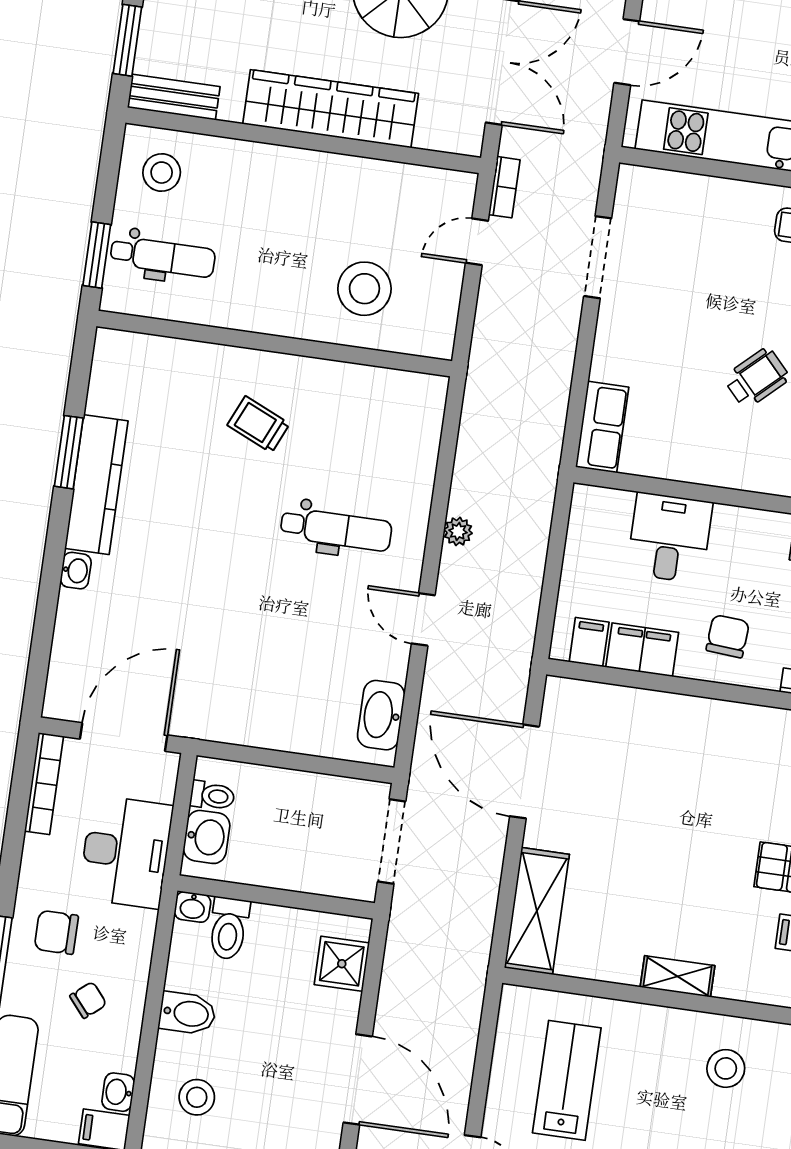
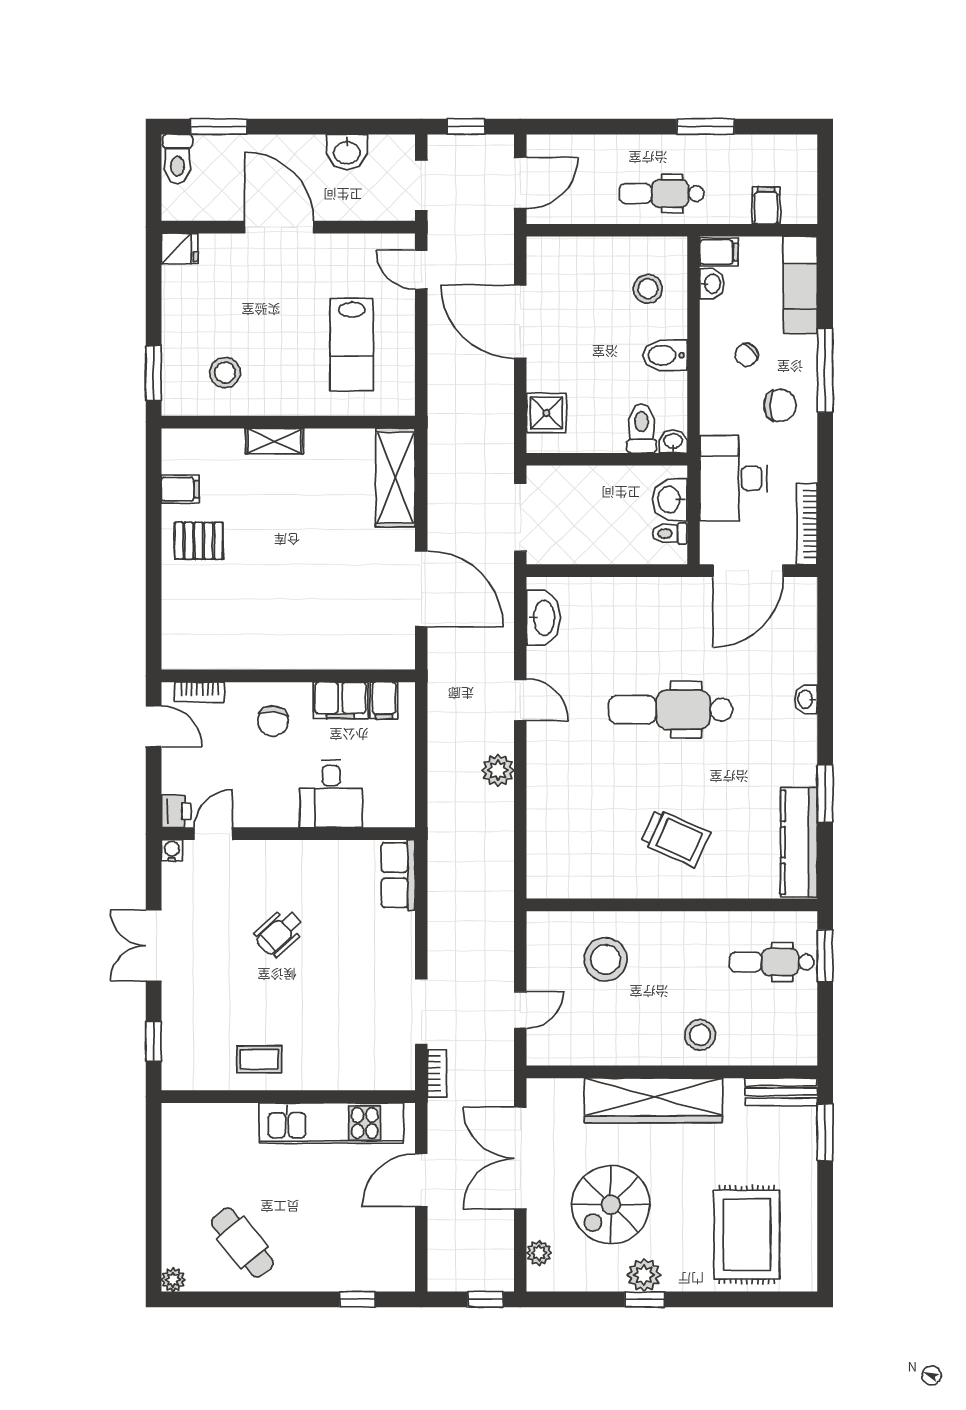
stool: (162, 173) -> (700, 1035), moved
bookcase: (504, 187) -> (437, 1073), moved, turned 180
trolley: (258, 424) -> (675, 838), width x1.36, depth x1.39
kitchen counter: (96, 485) -> (799, 842), moved
dental chair: (336, 529) -> (671, 710), moved, width x1.36, depth x1.38
plant: (458, 531) -> (498, 770), width x1.38, depth x1.38

